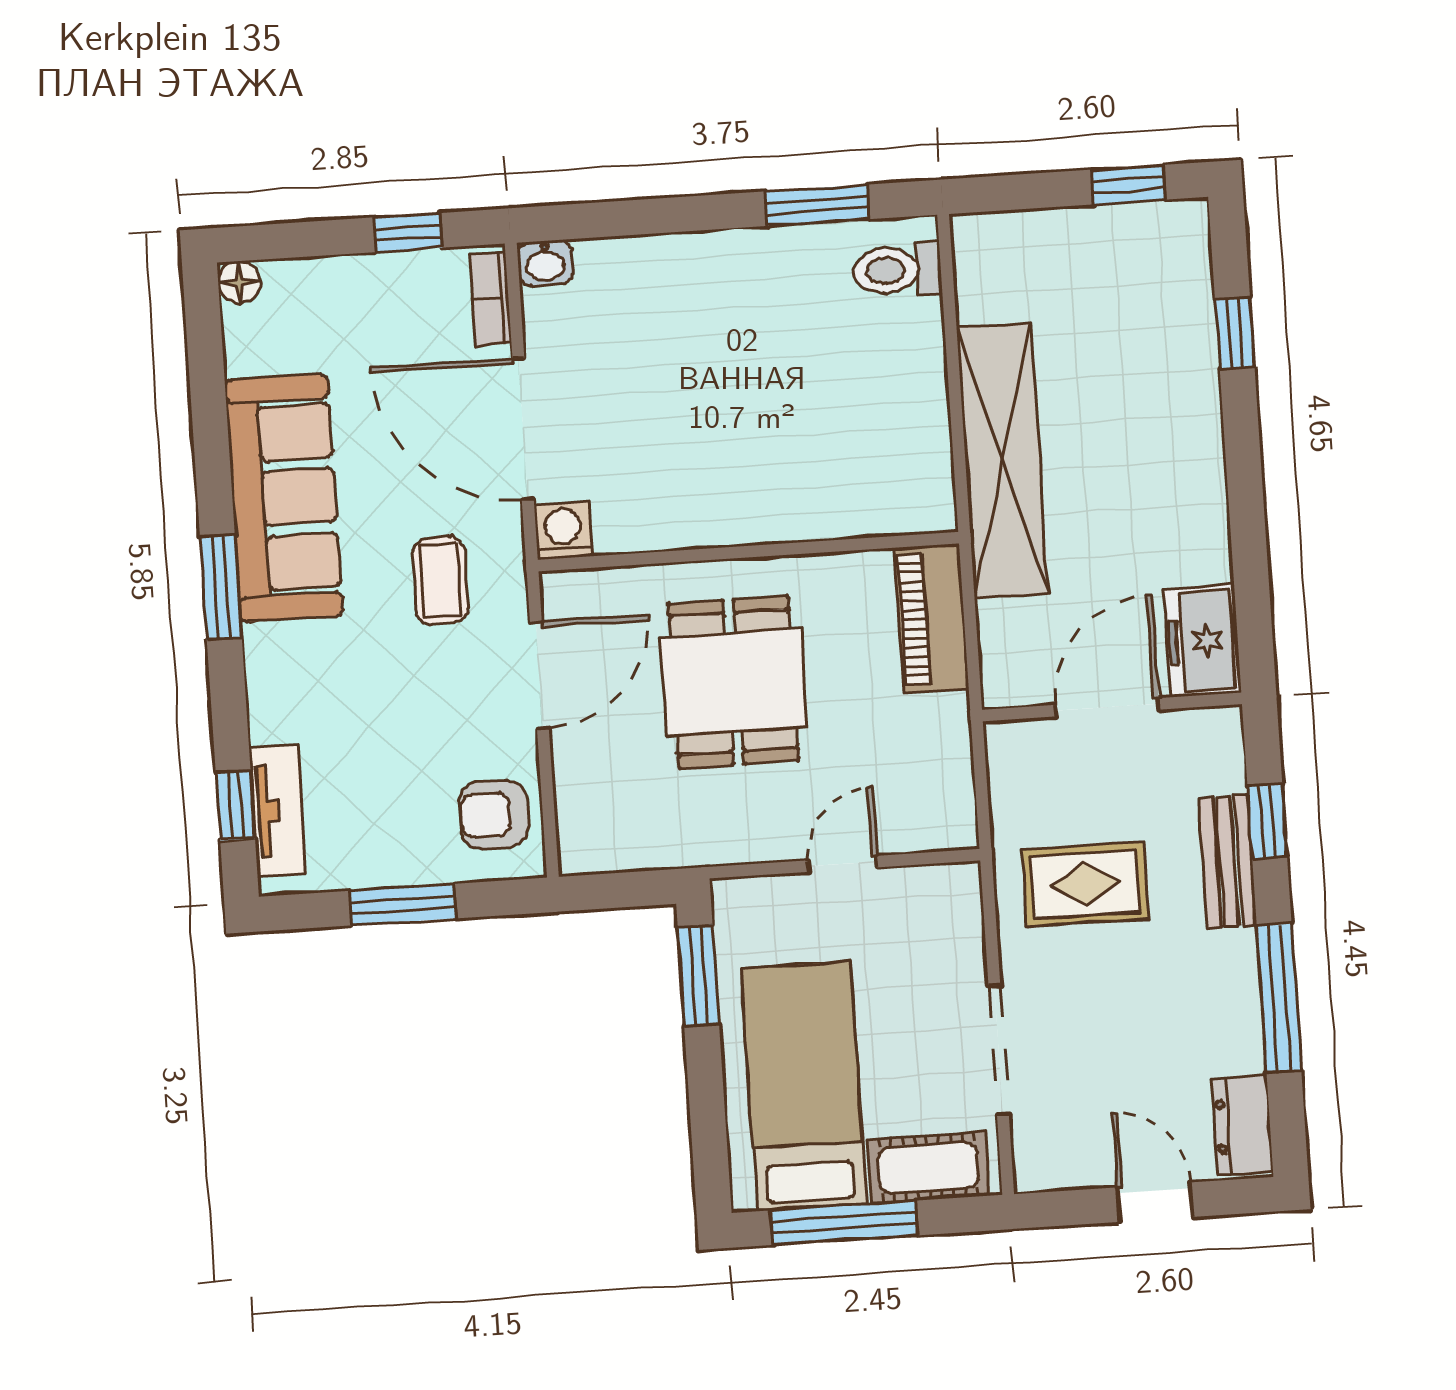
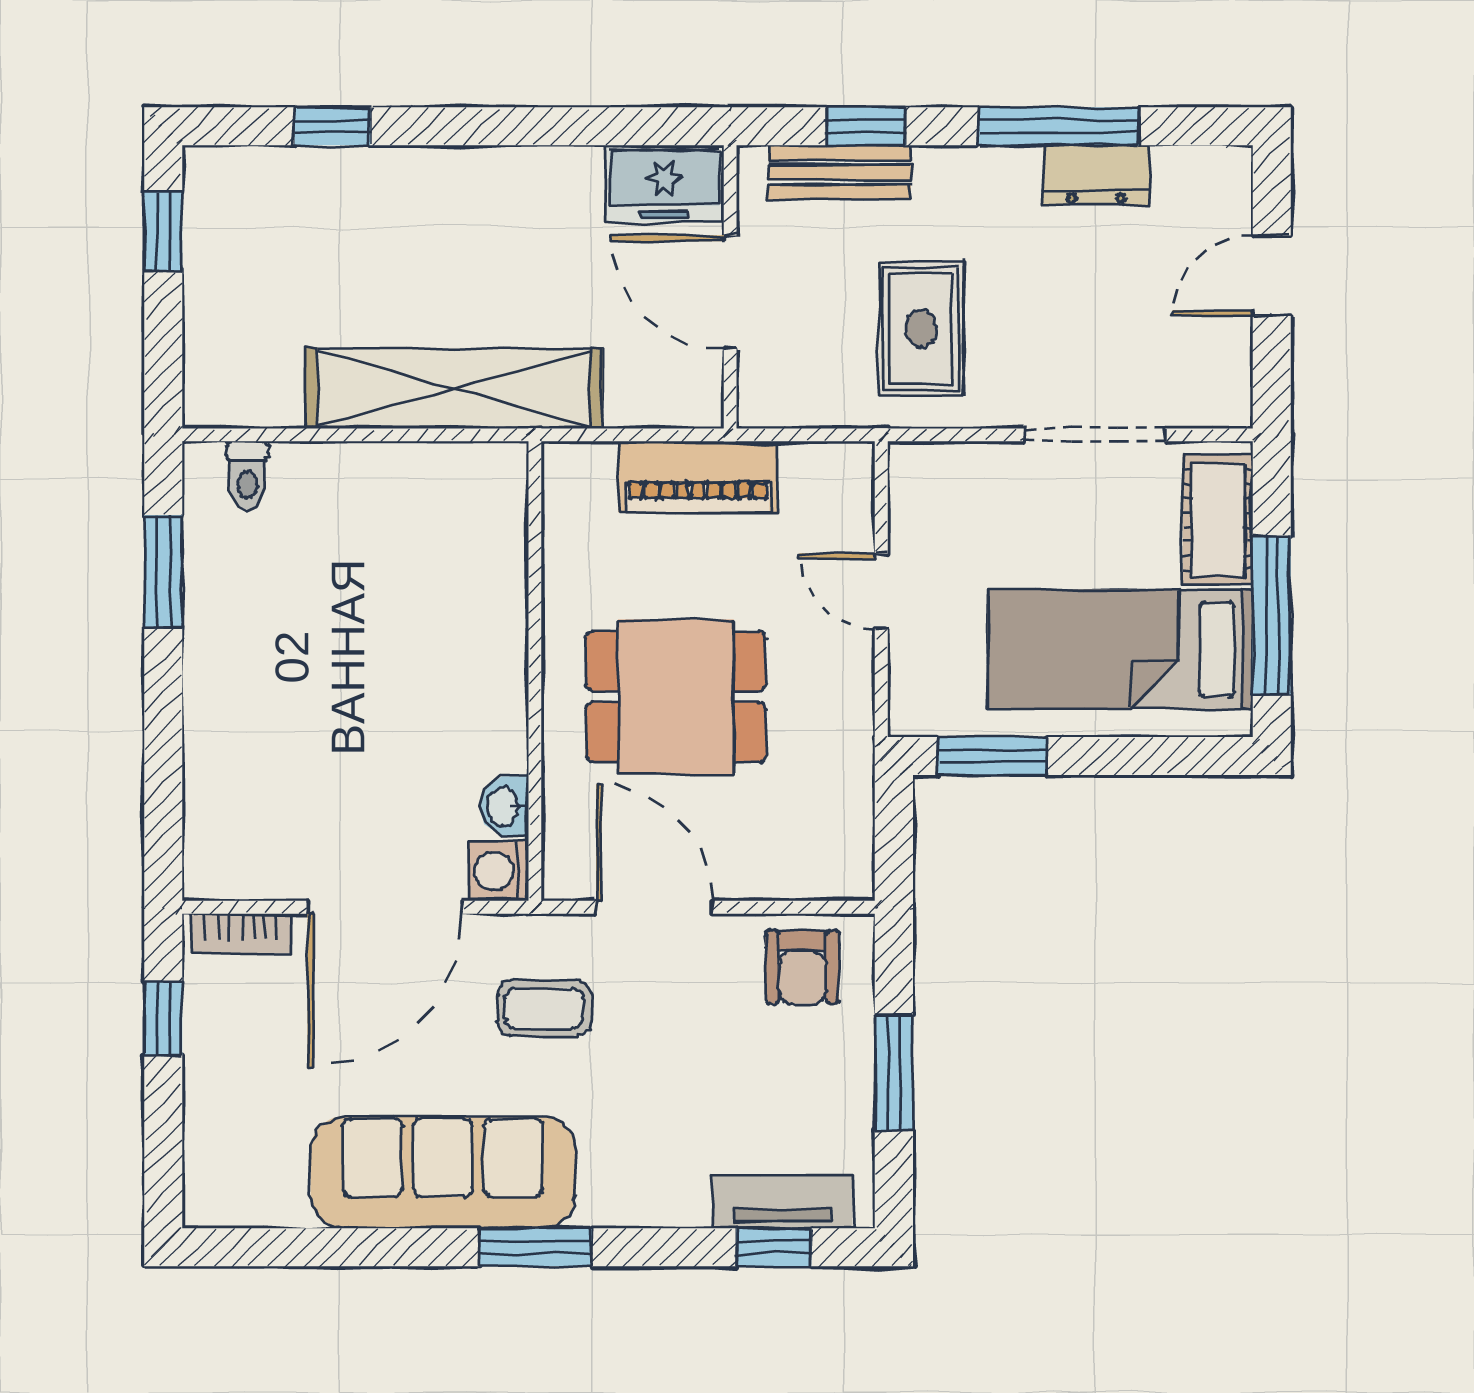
washbasin: (545, 263) -> (504, 806), moved, turned 180
toilet: (897, 270) -> (247, 475), width x0.73, depth x0.72
floor lamp: (239, 282) -> (205, 1205), removed
piano: (931, 618) -> (698, 477), moved
bench: (1227, 861) -> (839, 172), moved
dresser: (1243, 1125) -> (1096, 175), moved

